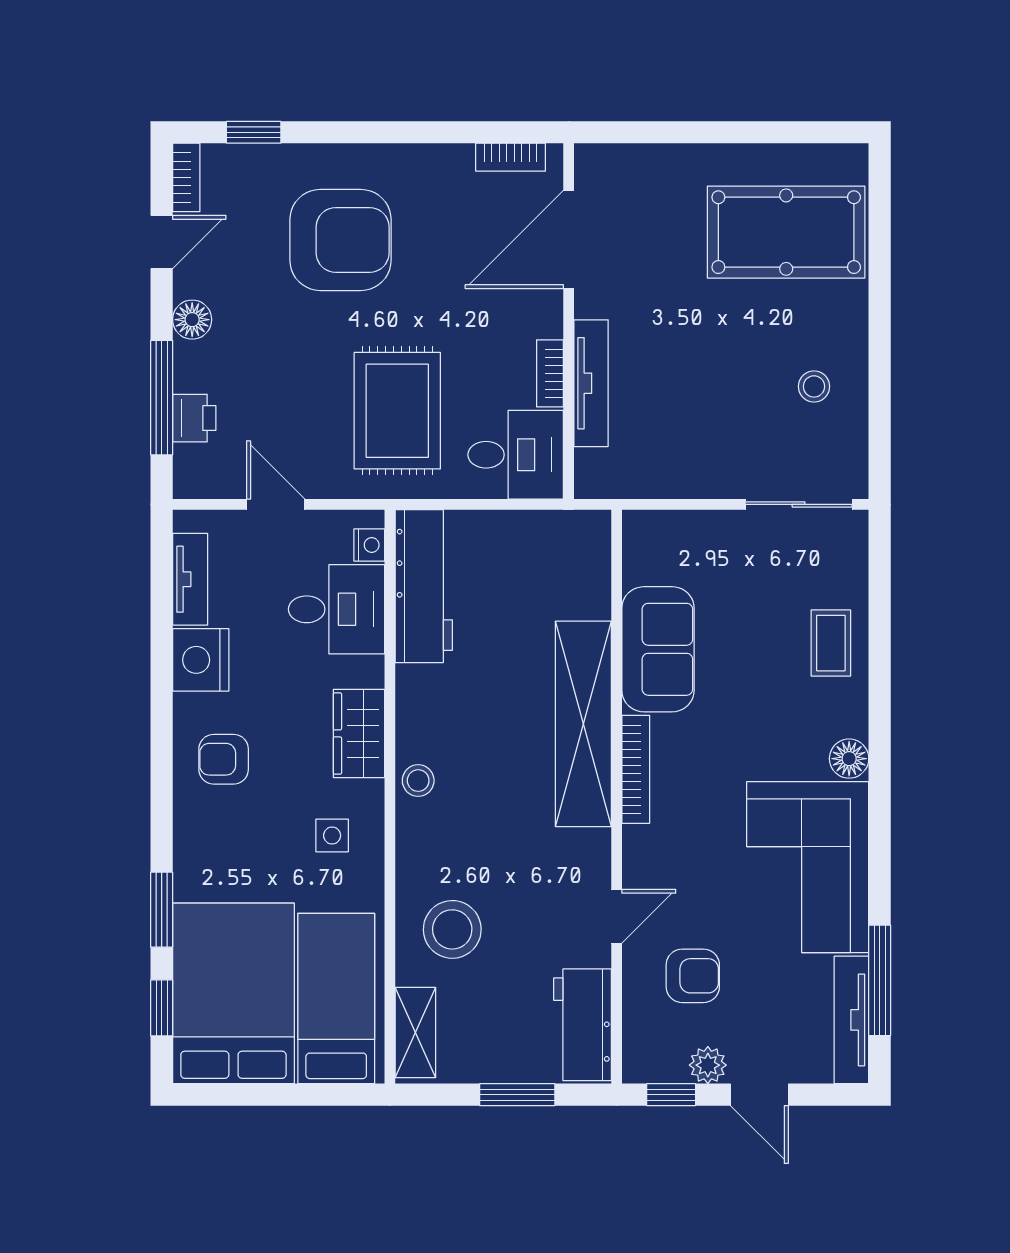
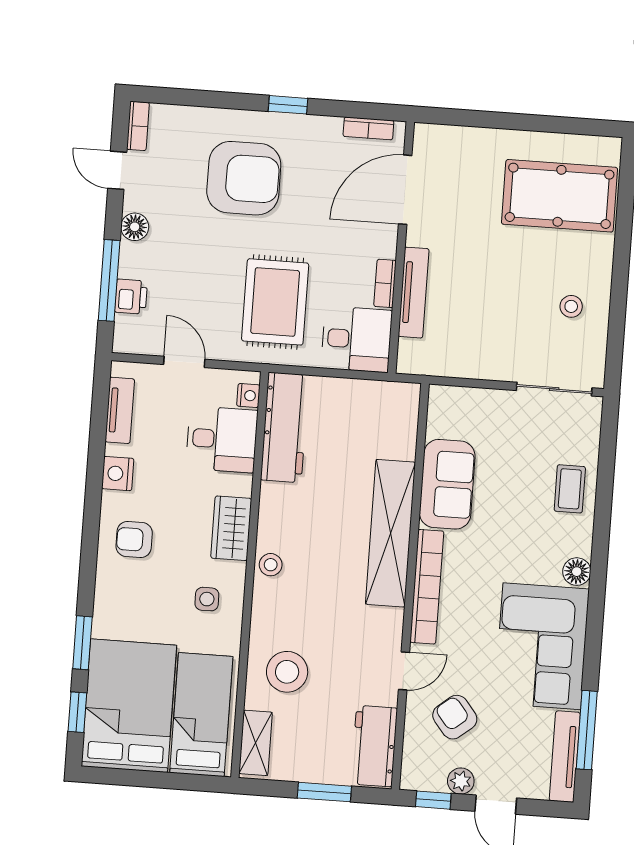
window: (254, 132) -> (288, 105), moved
door: (162, 242) -> (117, 170), swing flipped
nightstand: (201, 660) -> (118, 474), width x0.74, depth x0.75
bookcase: (636, 769) -> (427, 587), width x1.48, depth x1.31
armchair: (693, 976) -> (455, 717), turned -129

